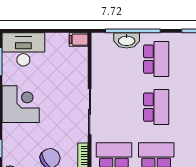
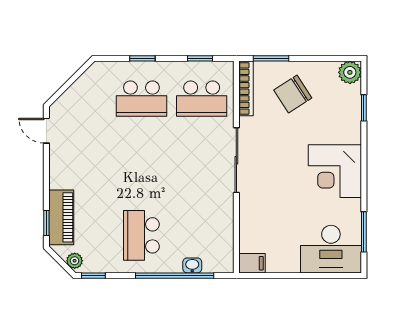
washbasin: (127, 40) -> (192, 265), width x0.52, depth x0.69
school desk: (156, 107) -> (141, 167), removed

